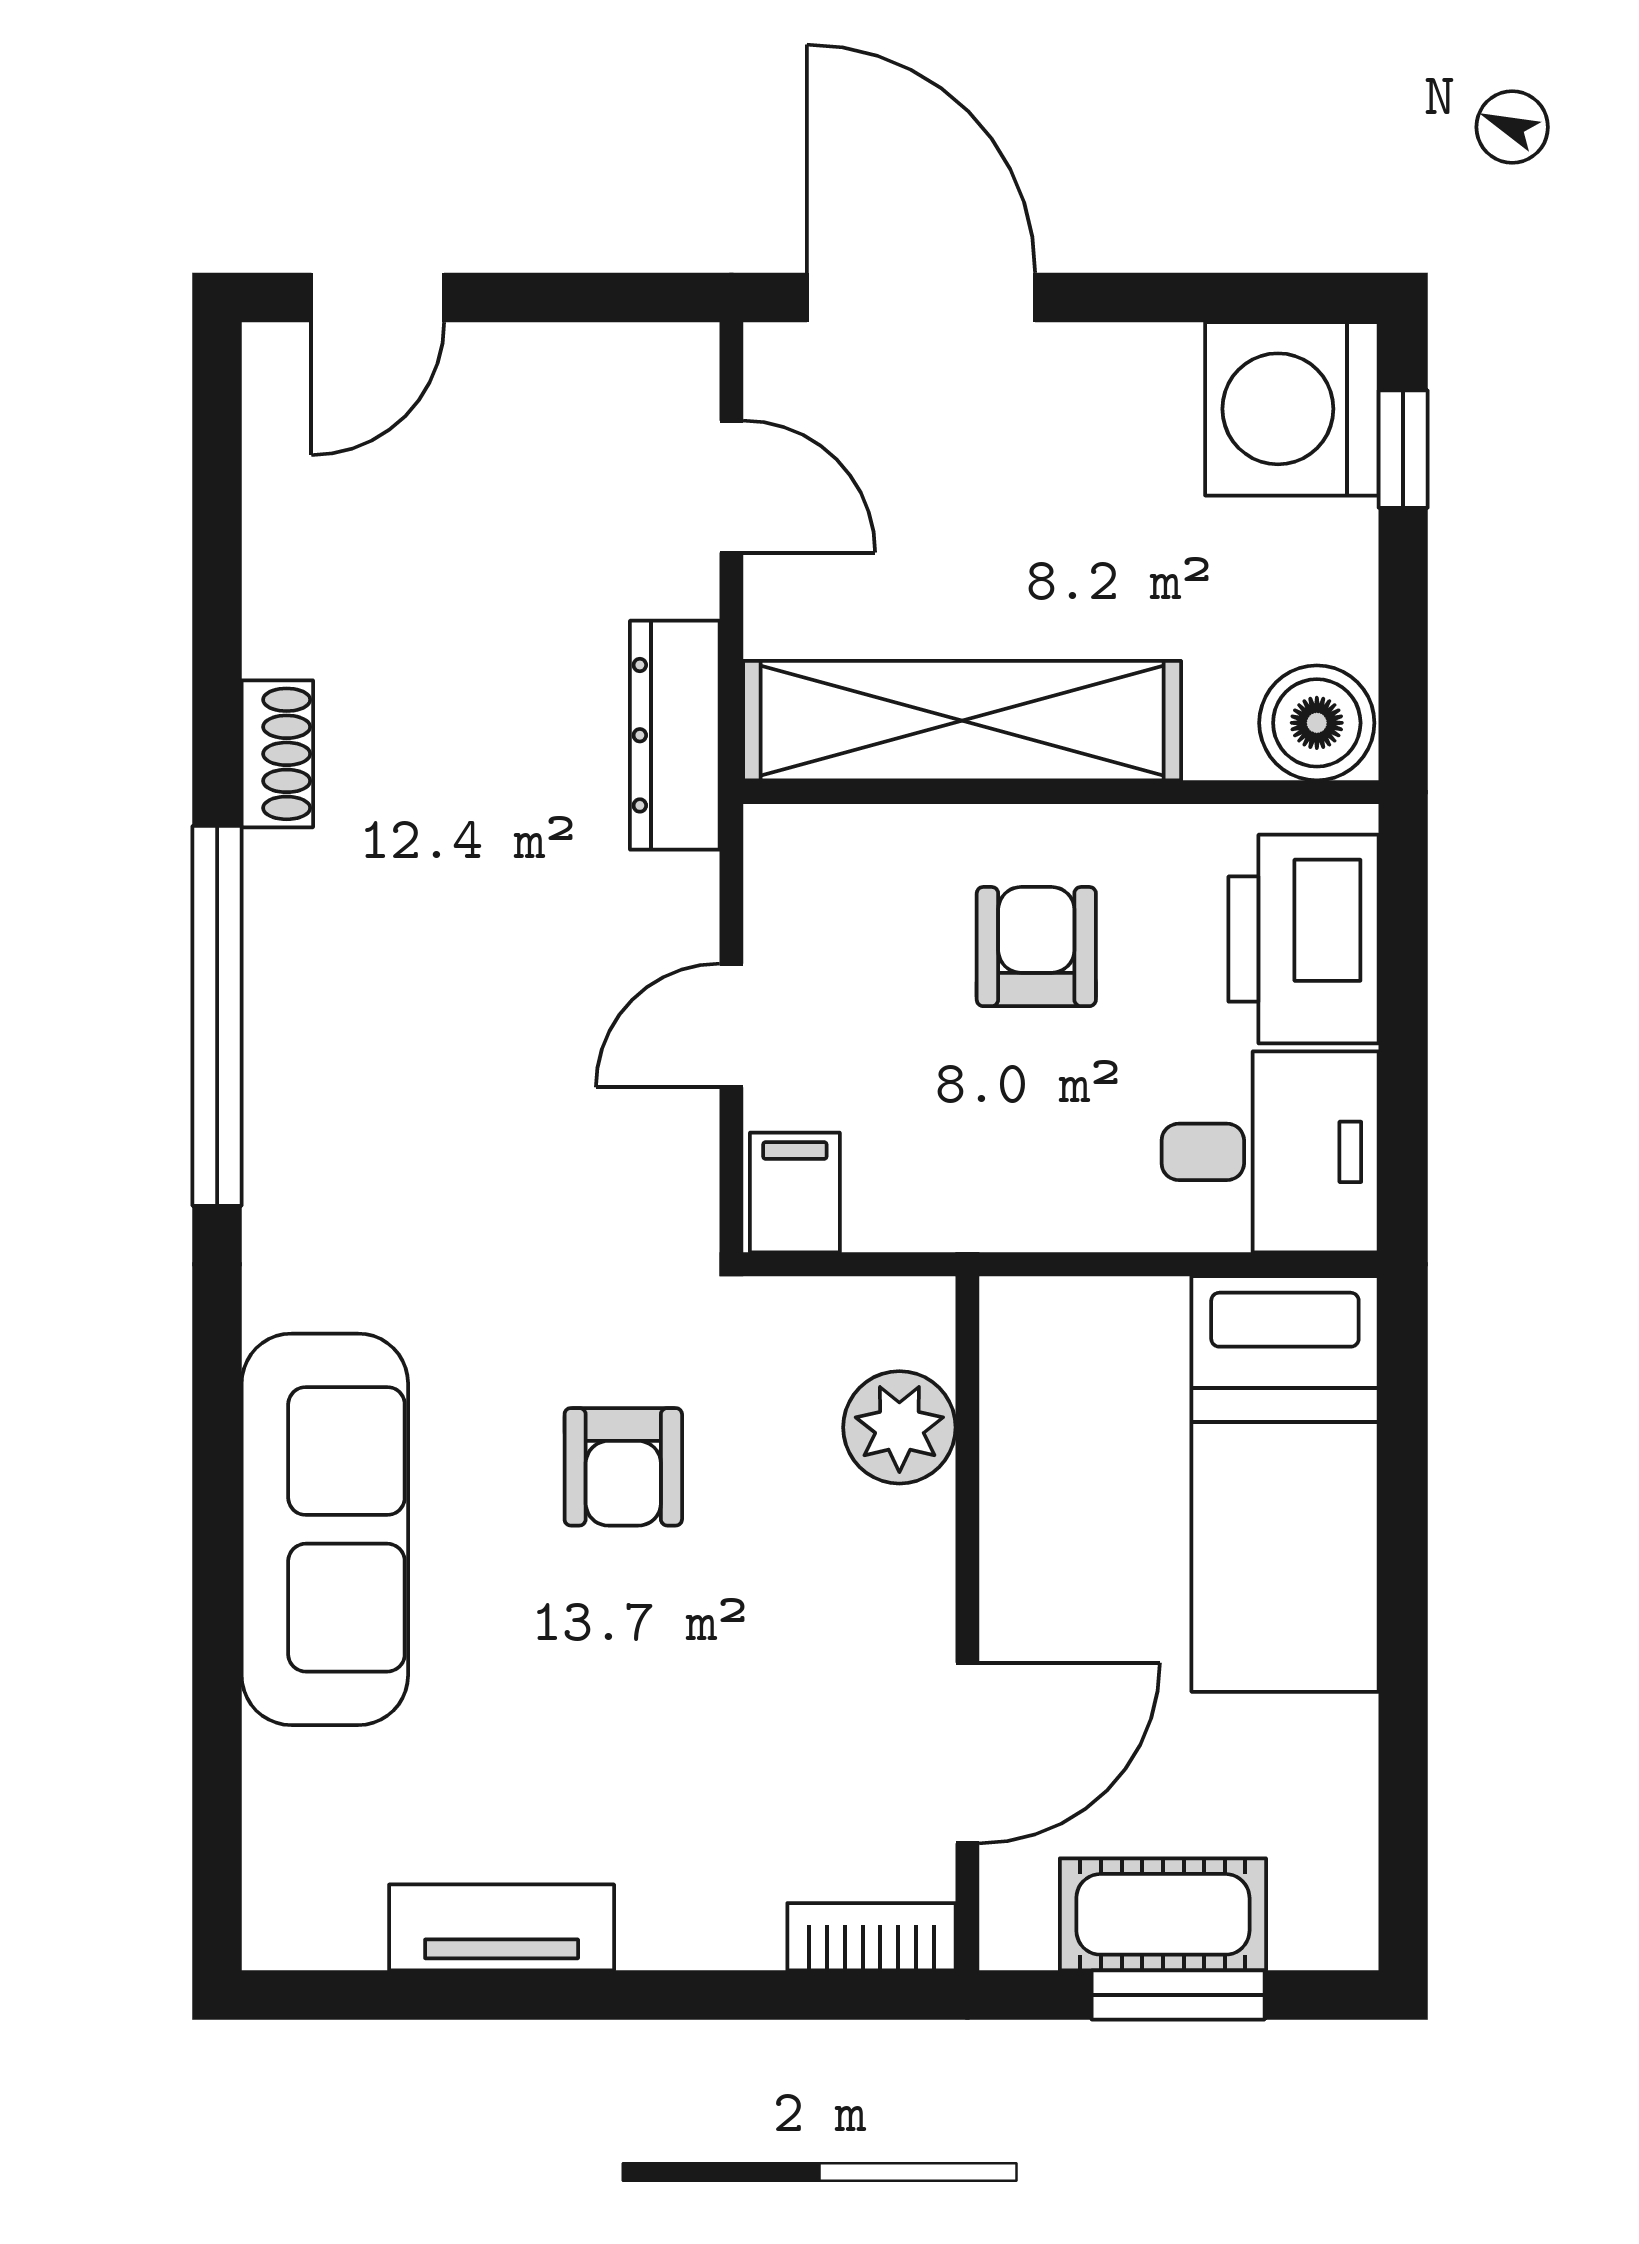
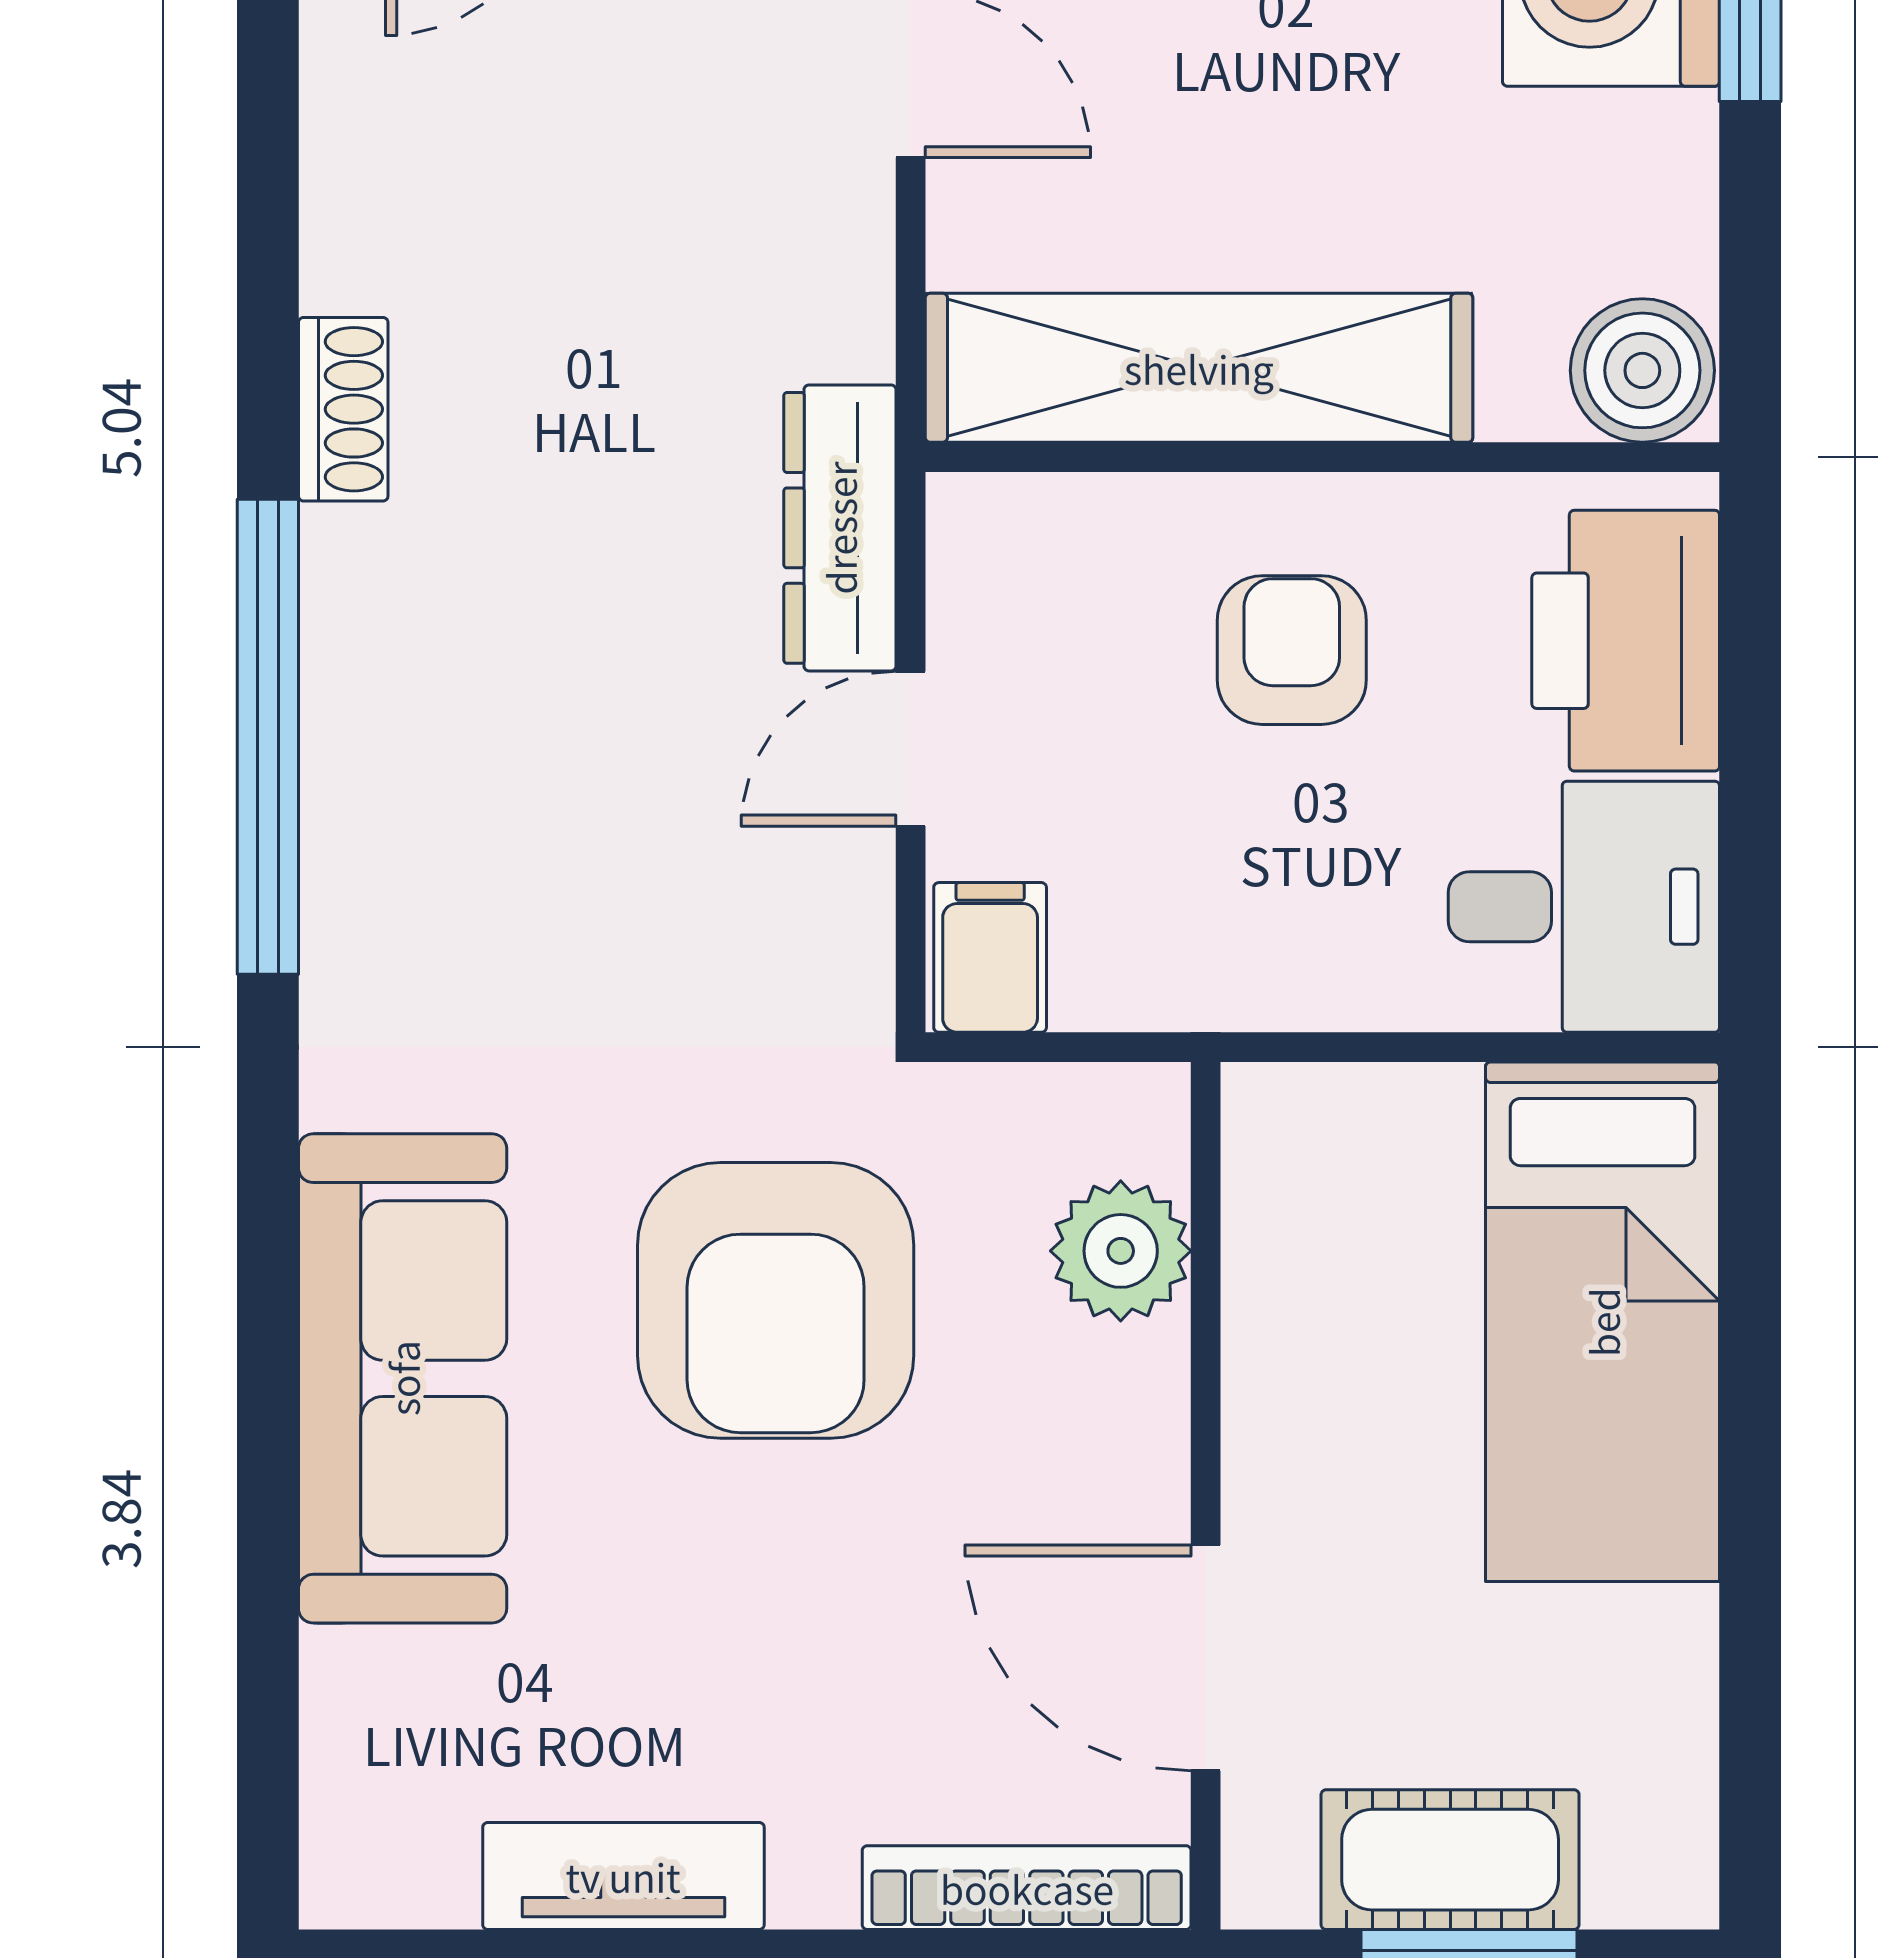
dresser: (675, 735) -> (840, 528), moved
armchair: (623, 1467) -> (776, 1300), width x1.88, depth x1.88
door: (967, 1753) -> (1206, 1658), swing flipped
bookcase: (871, 1937) -> (1027, 1888), width x1.56

